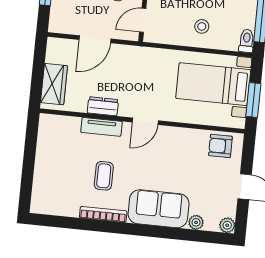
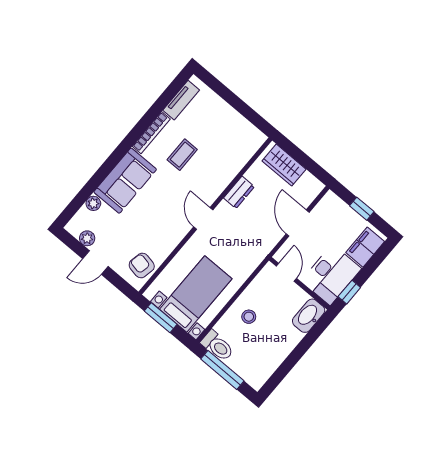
toilet: (247, 41) -> (217, 346), width x1.37, depth x1.39
tv unit: (101, 127) -> (181, 100), moved, turned 180
armchair: (220, 146) -> (142, 266), turned -79
coffee table: (104, 176) -> (182, 155), turned 90
plant: (227, 225) -> (87, 238), moved

